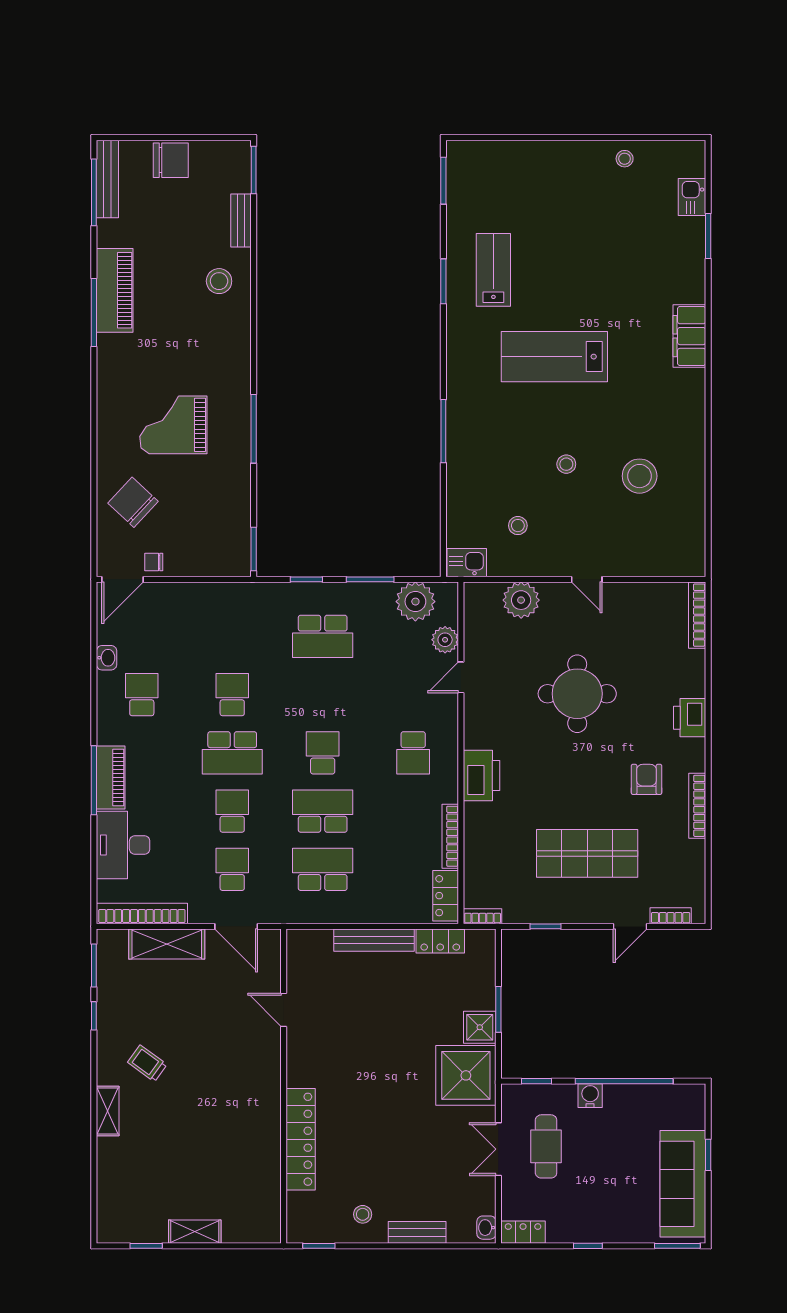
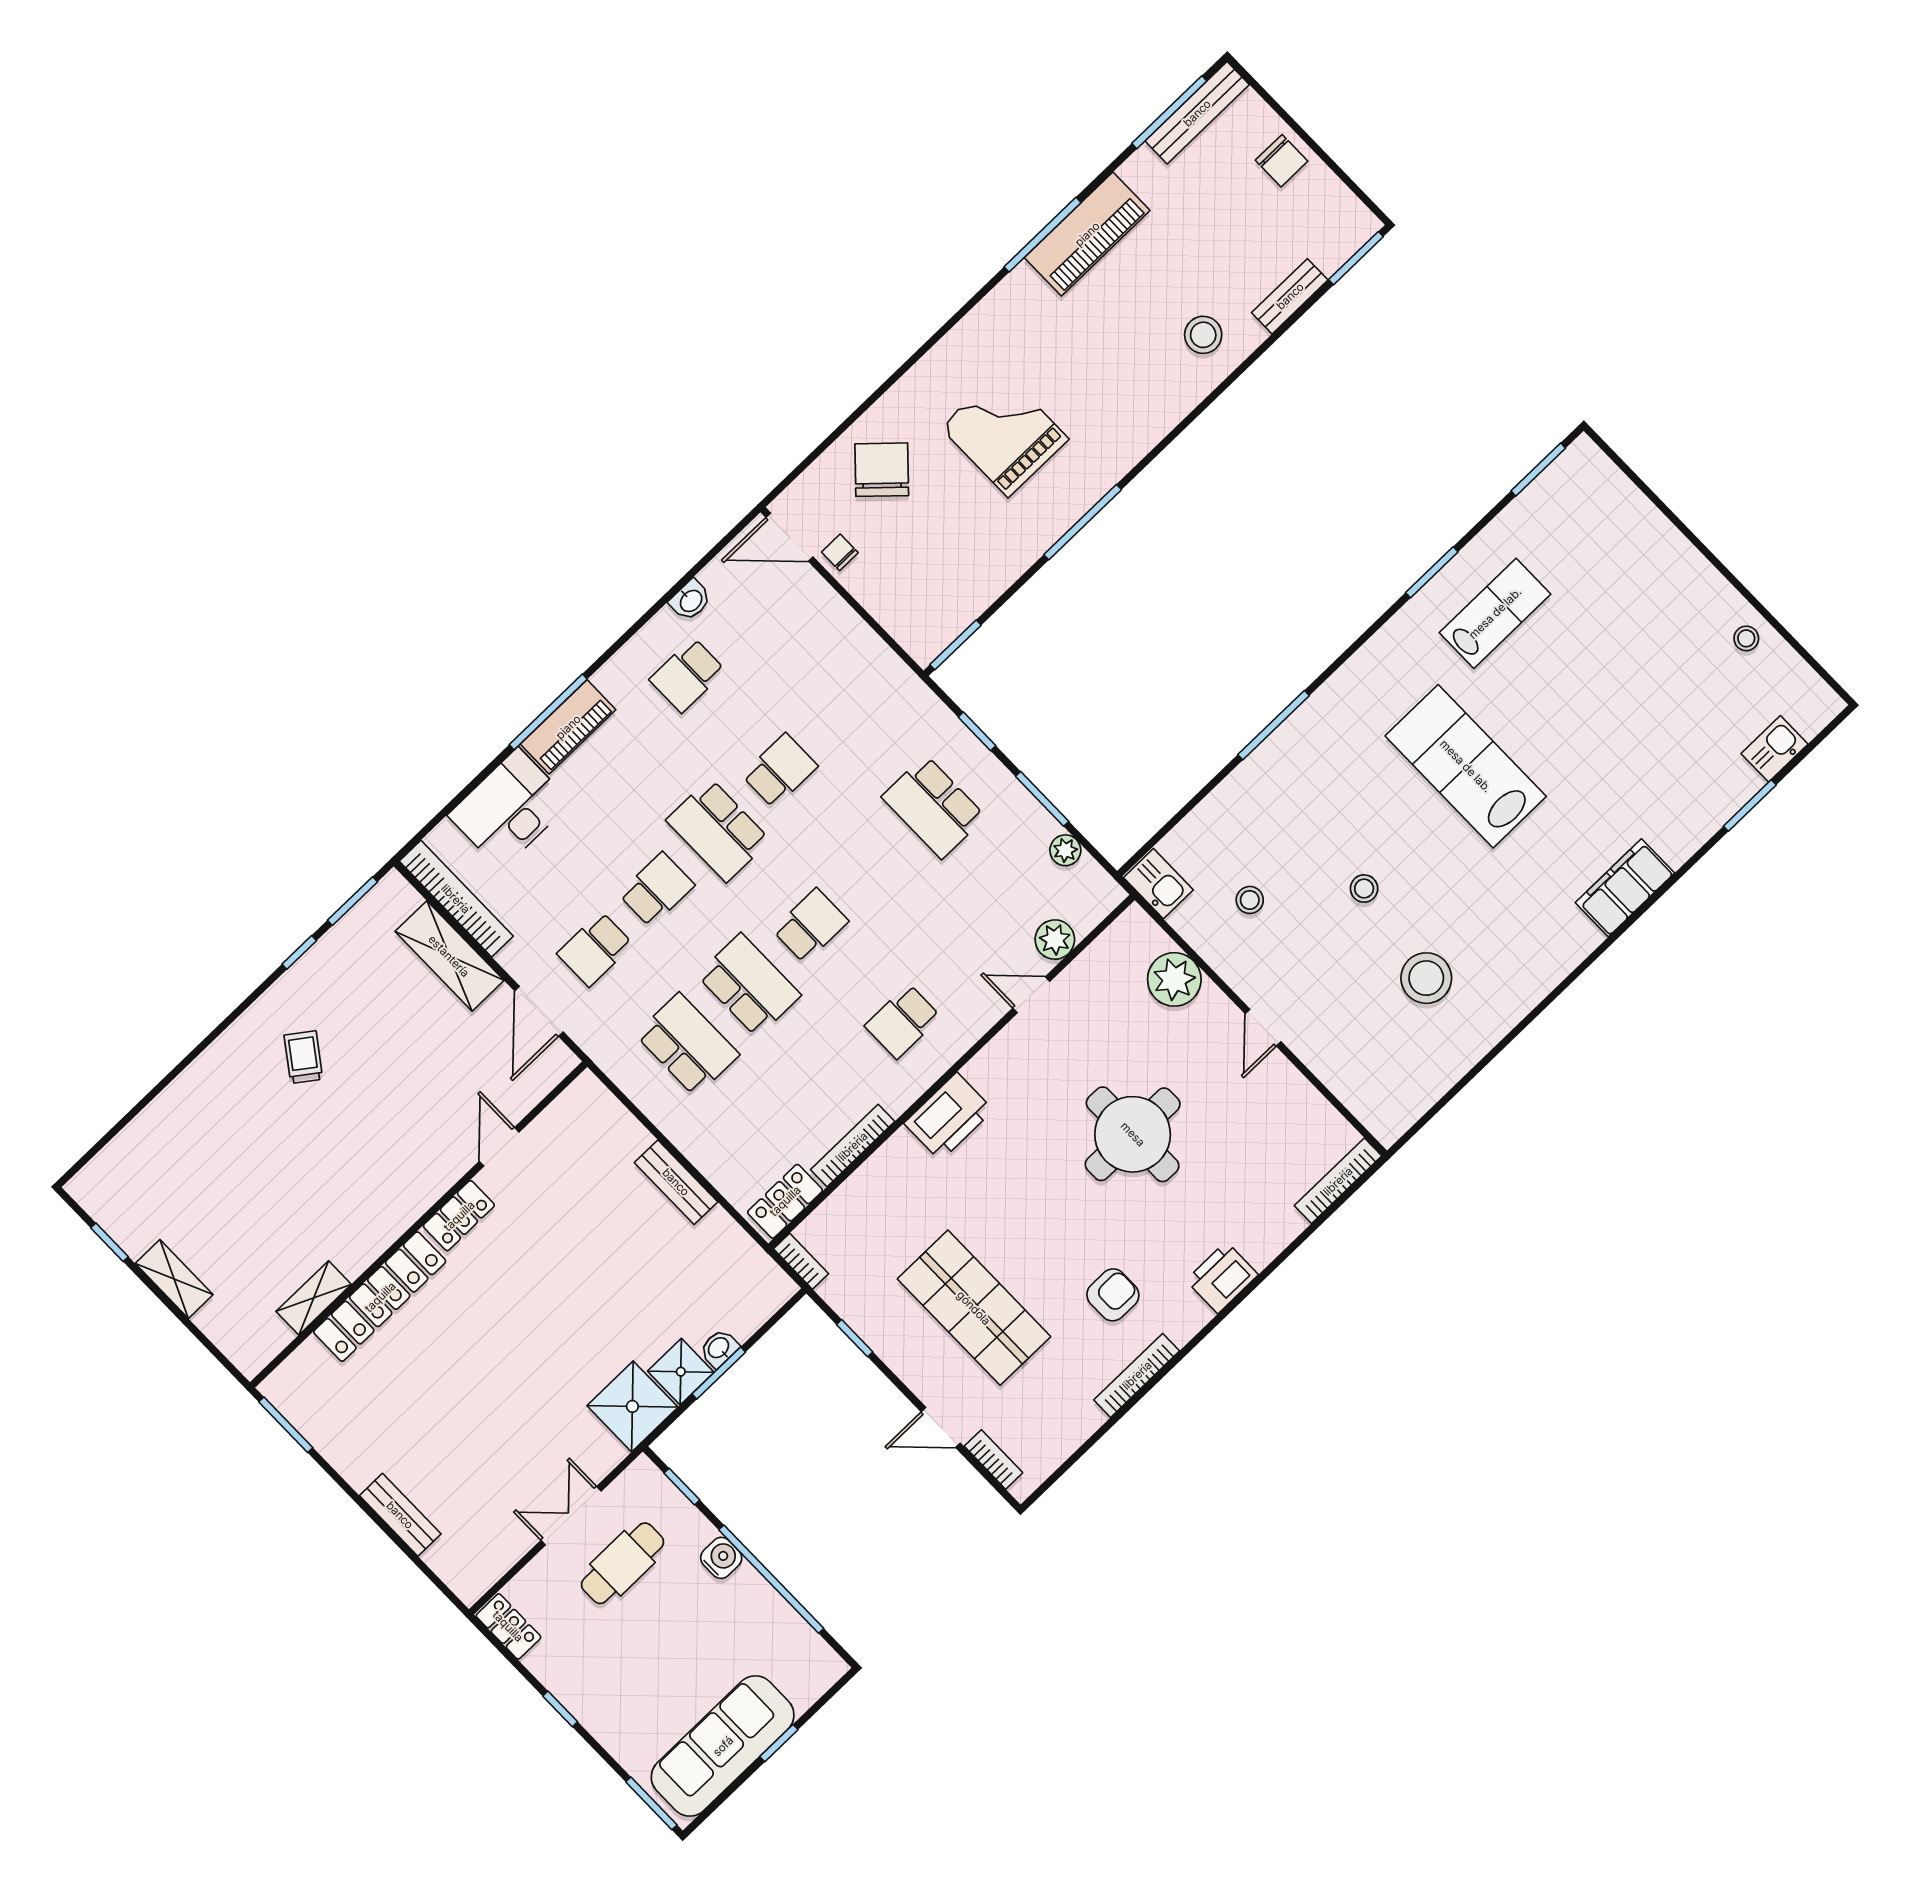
chair: (171, 160) -> (1282, 161), width x0.73, depth x0.73
plant: (415, 602) -> (1065, 850), width x0.53, depth x0.53
school desk: (142, 695) -> (687, 675), turned 180
school desk: (232, 869) -> (595, 949), turned 180
bench: (374, 940) -> (676, 1182), width x0.73
locker: (440, 941) -> (459, 1216), moved, turned -90
shower: (466, 1075) -> (632, 1406), width x0.73, depth x0.73
shelving: (108, 1111) -> (314, 1298), moved
stool: (363, 1214) -> (364, 1439), removed
washbasin: (486, 1228) -> (719, 1348), moved
window: (319, 1246) -> (286, 1425), width x1.50

